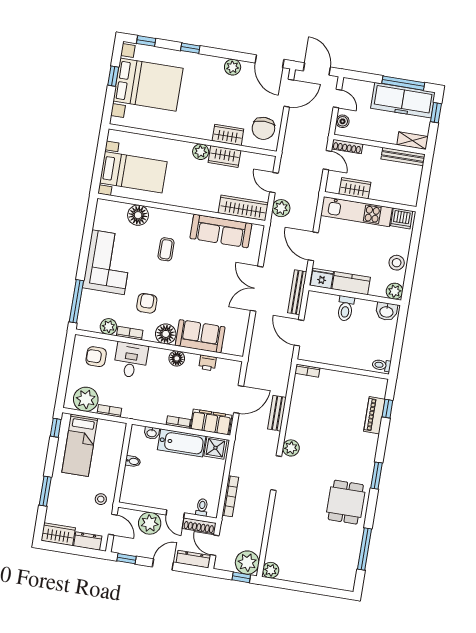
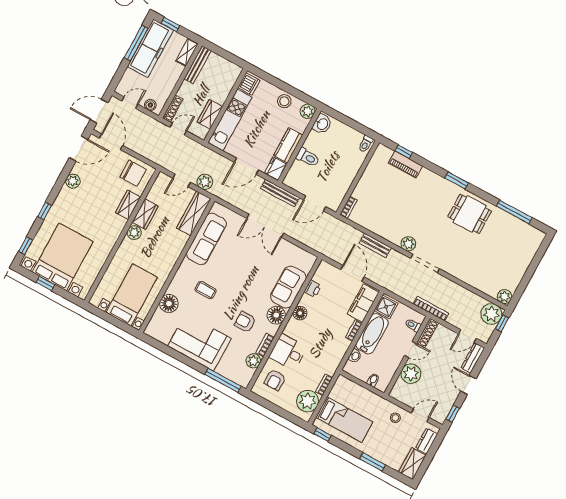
toilet: (202, 507) -> (413, 325), moved
wall: (167, 513) -> (407, 356), moved
door: (175, 514) -> (410, 350), moved
plant: (150, 523) -> (411, 374), moved
shoe rack: (199, 526) -> (427, 333), moved

